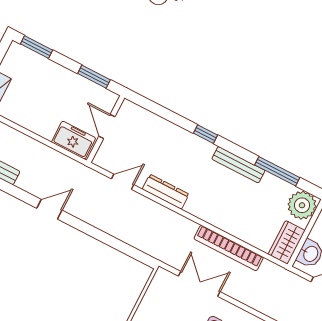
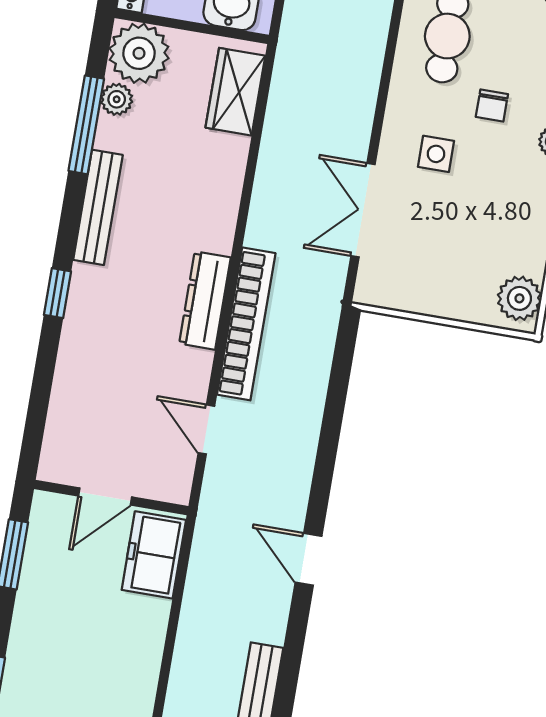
plant: (284, 189) -> (117, 99), added
dresser: (166, 192) -> (205, 301), moved
wardrobe: (287, 242) -> (235, 92), moved, turned 90
bookcase: (229, 248) -> (246, 324), moved

